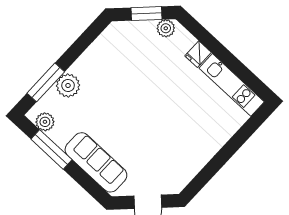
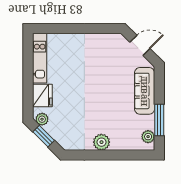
fridge: (198, 54) -> (42, 95), width x1.88, depth x1.34
window: (46, 82) -> (127, 155), removed
plant: (68, 85) -> (101, 142), moved

